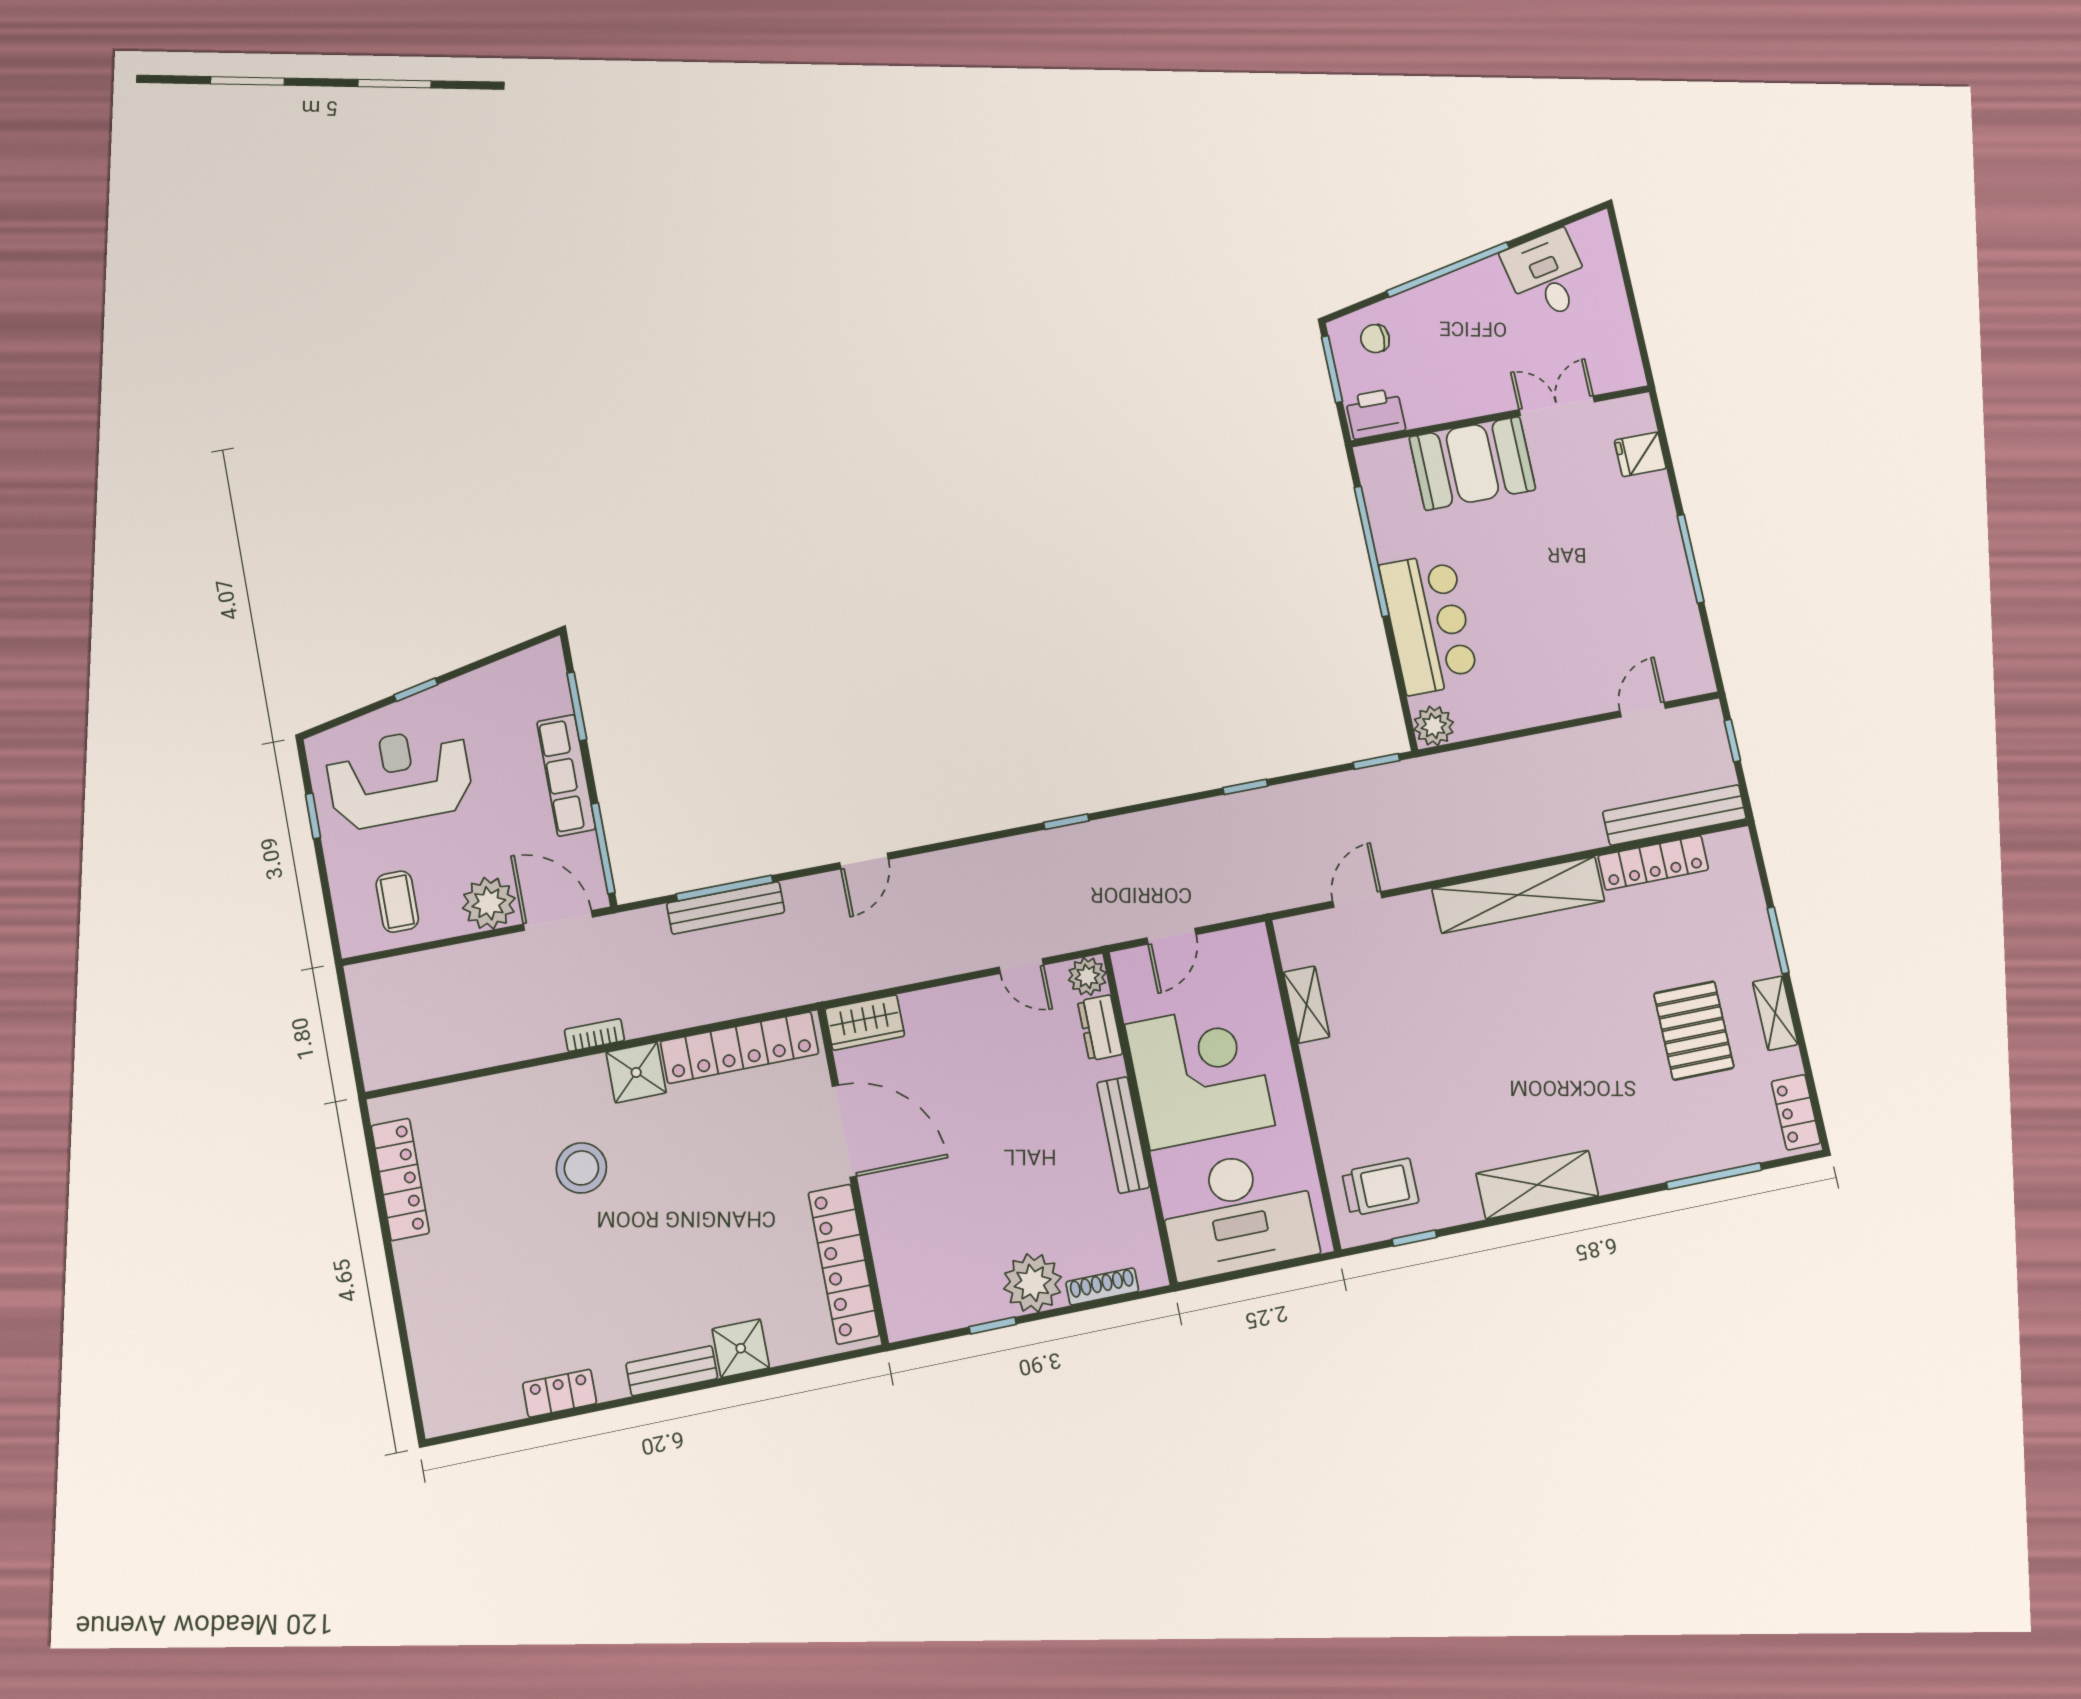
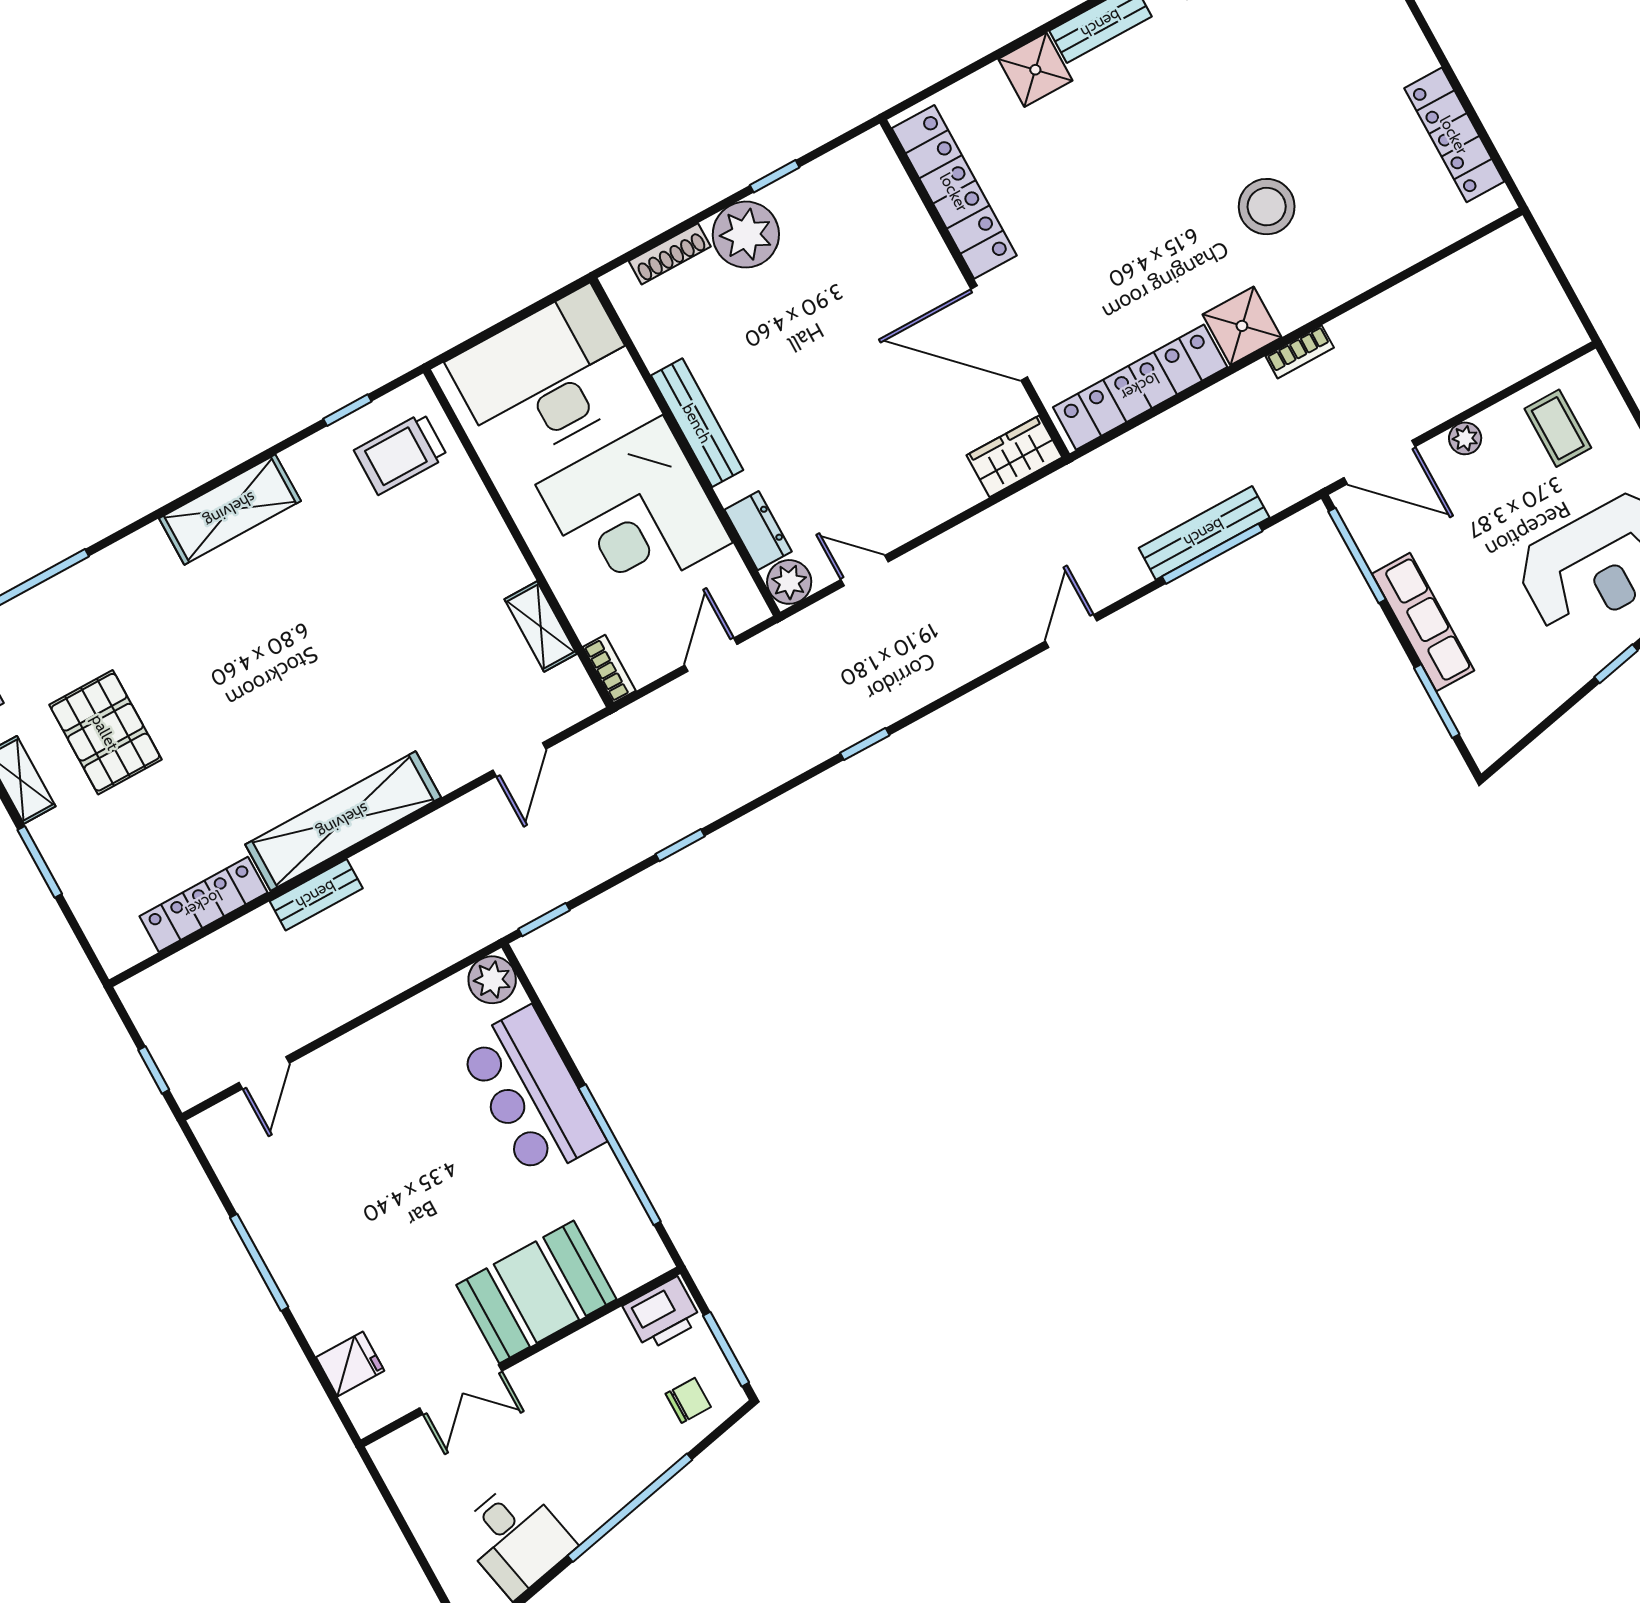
bench: (1675, 815) -> (316, 895), moved, width x0.54, depth x0.82
plant: (489, 903) -> (1465, 438), width x0.53, depth x0.53
bookcase: (1260, 951) -> (609, 669), added

